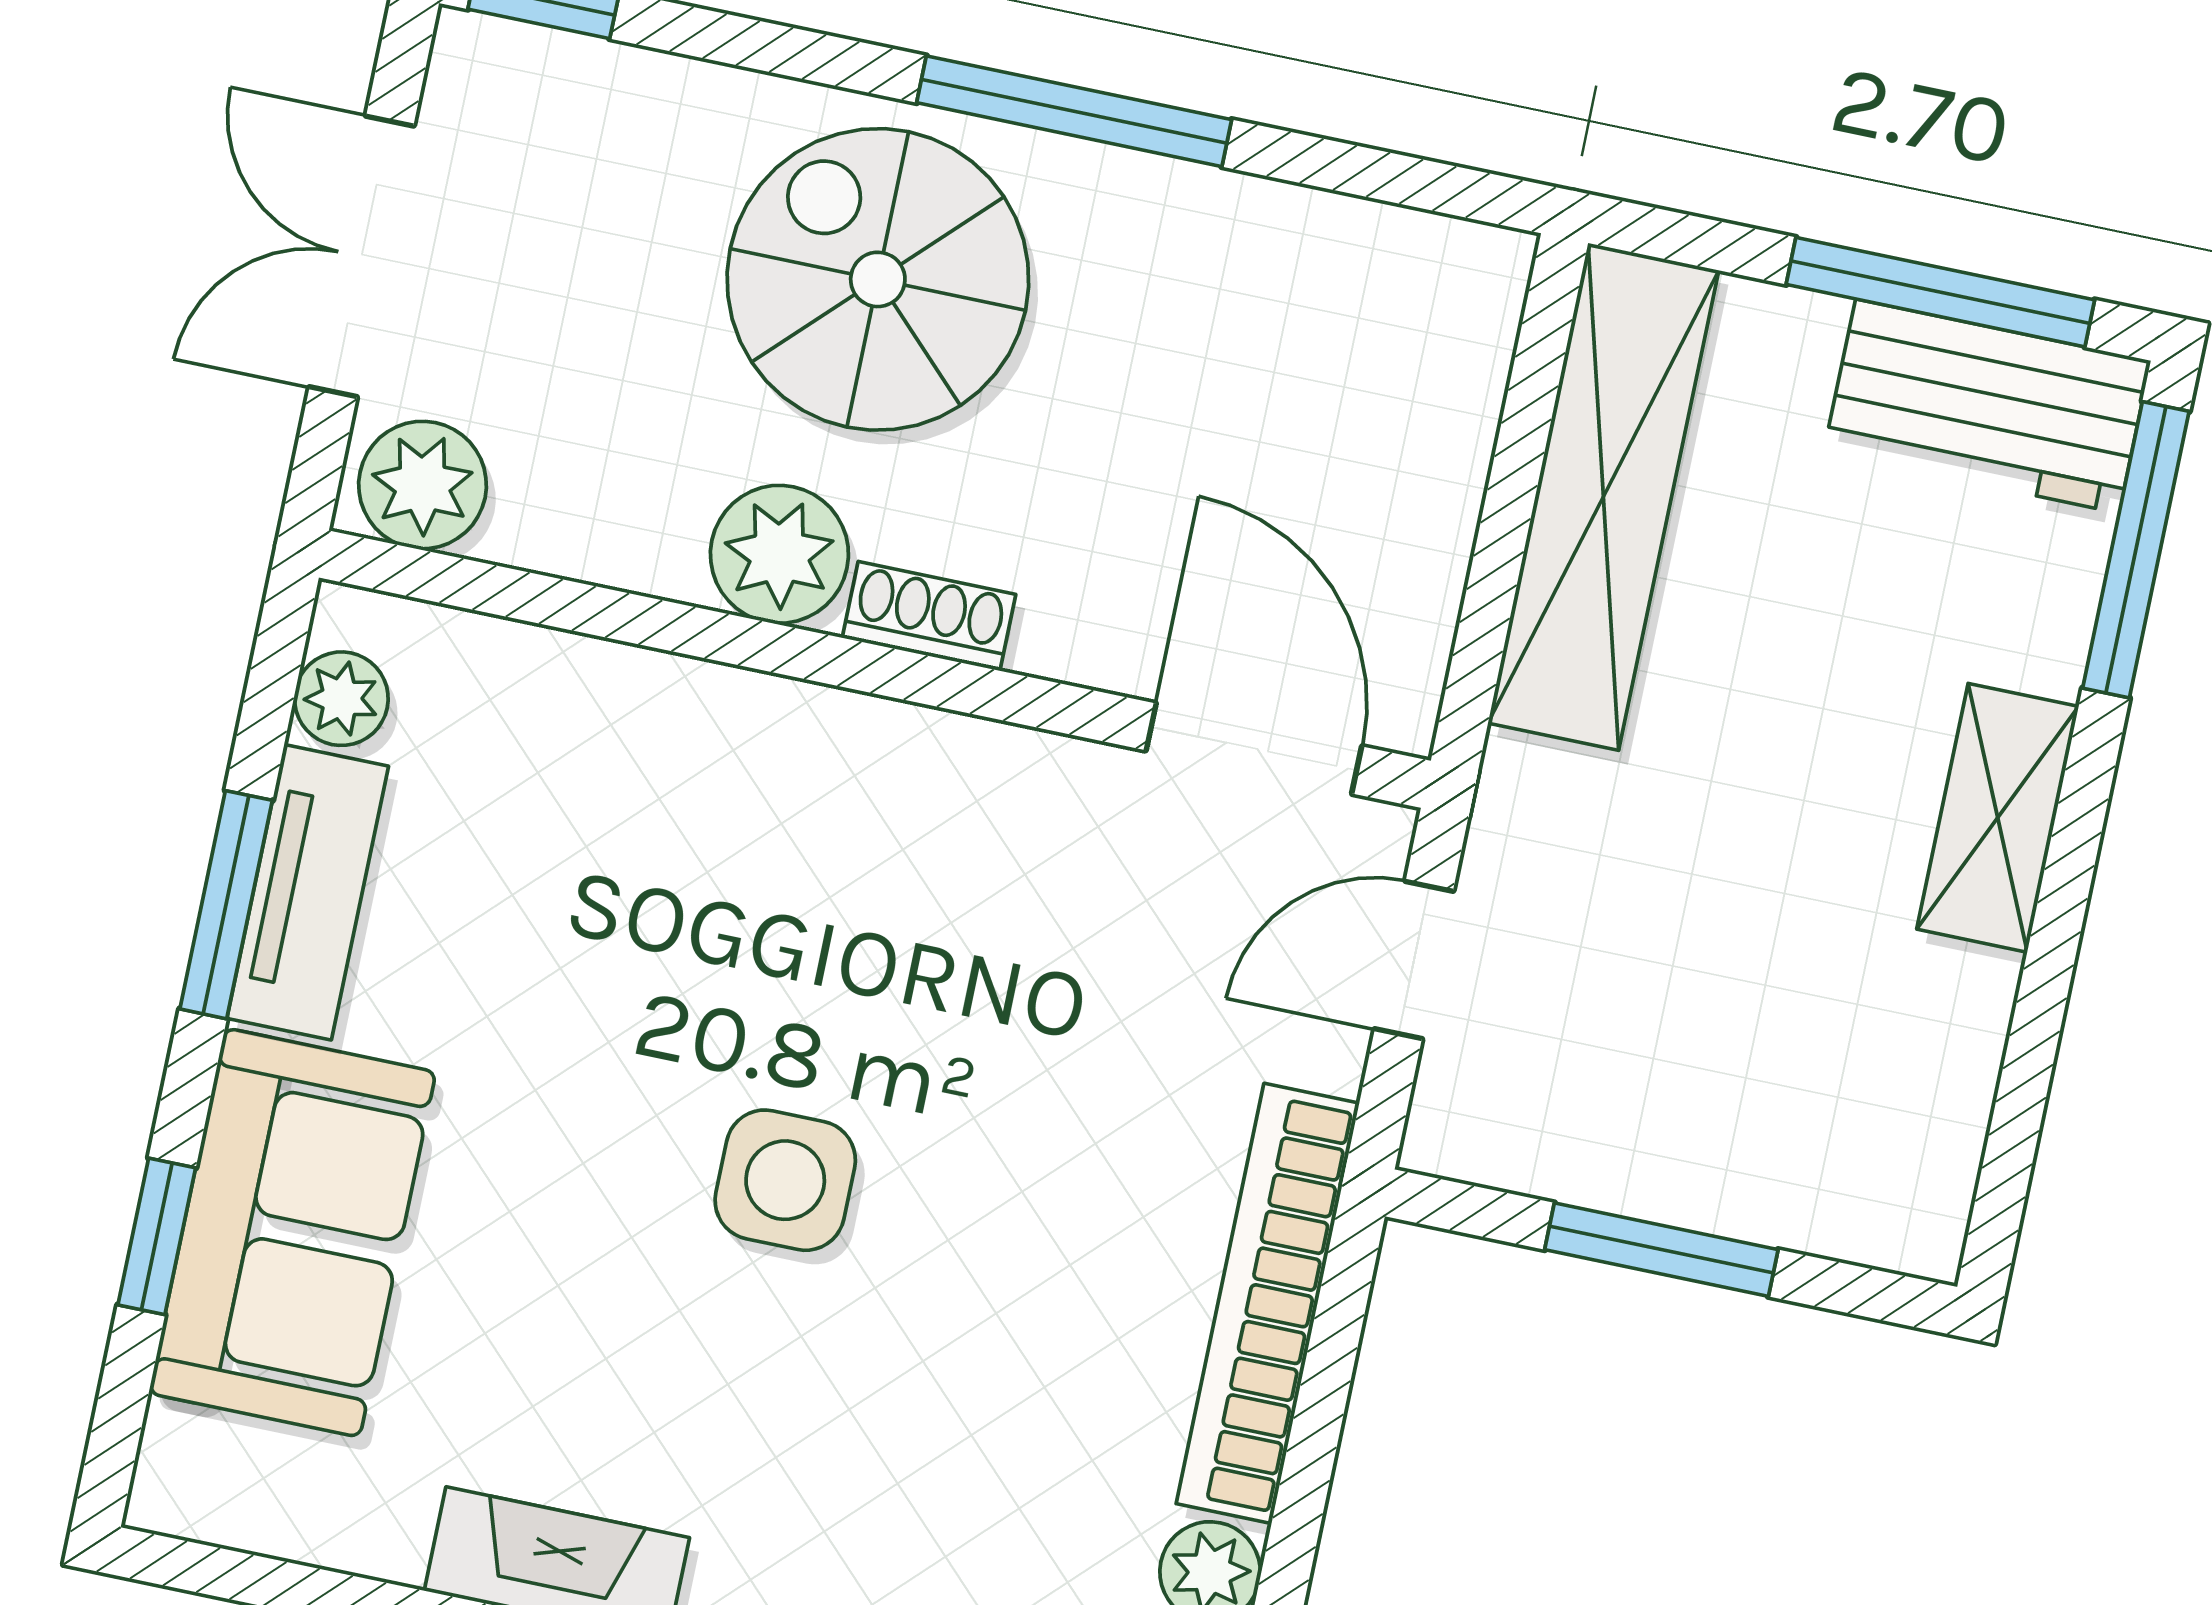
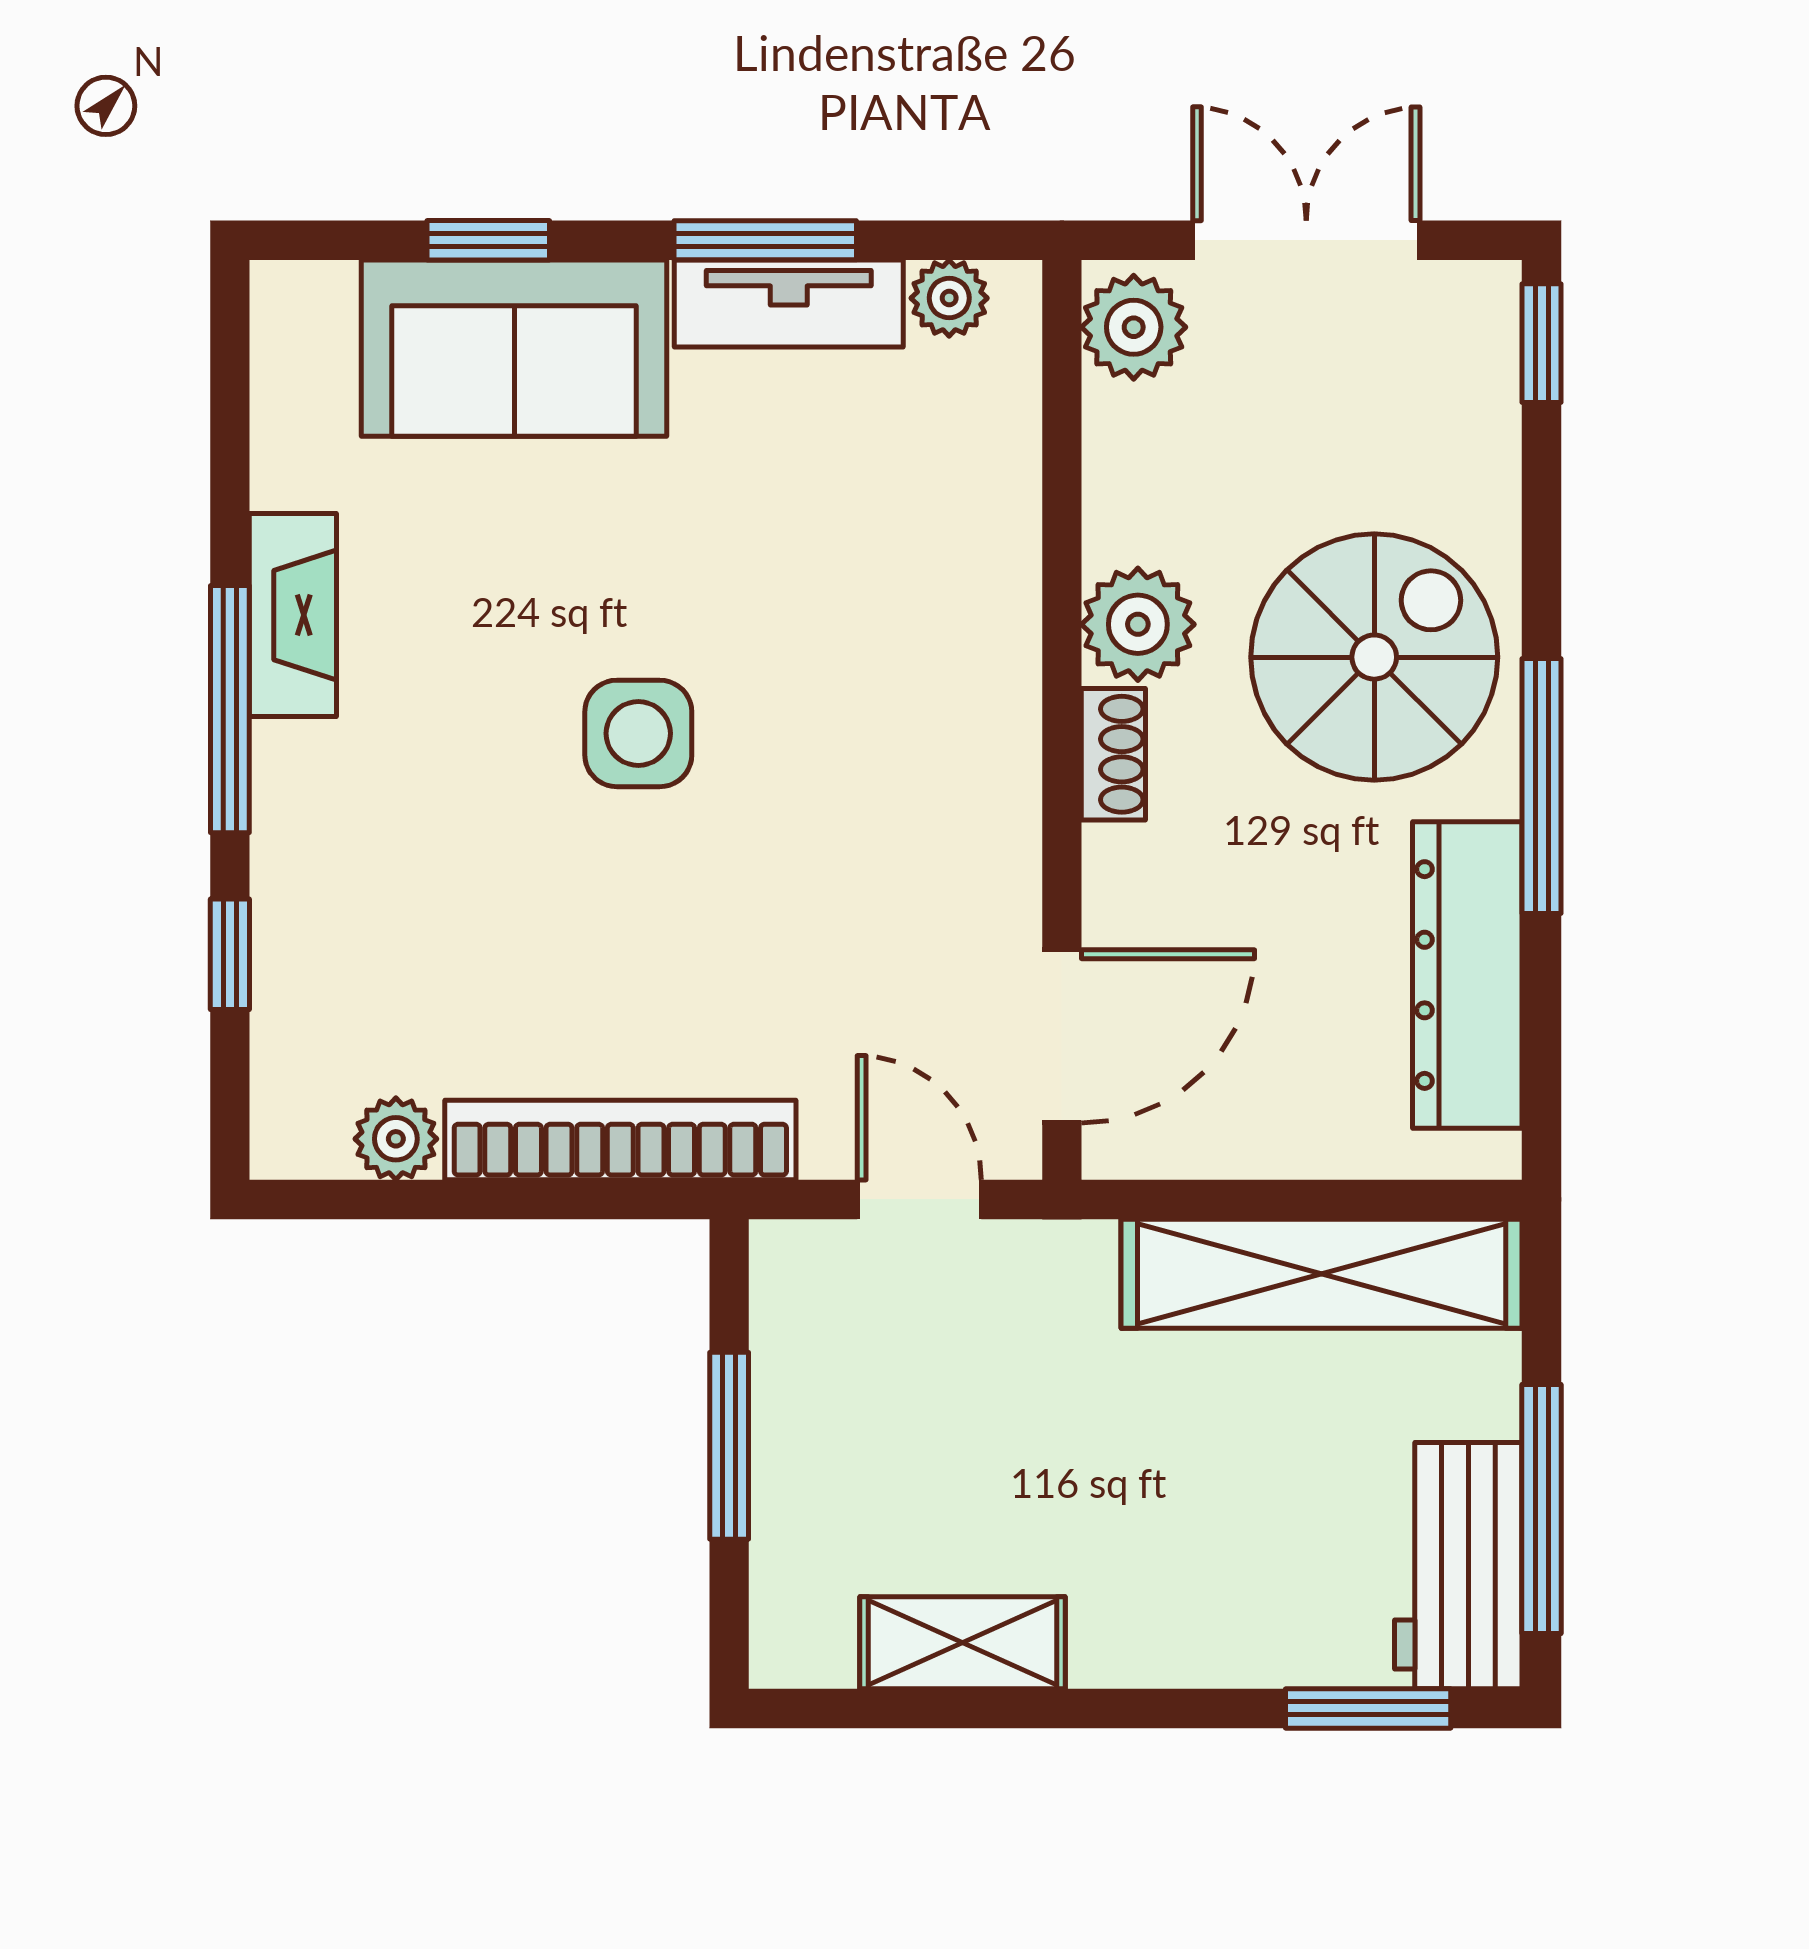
dresser: (1282, 248) -> (1467, 975), added
window: (2136, 550) -> (1368, 1708), width x0.69
shelving: (1998, 818) -> (963, 1643), moved

